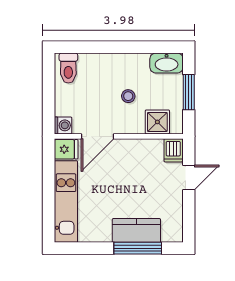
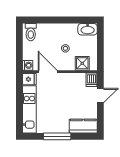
window: (189, 92) -> (100, 46), removed
door: (97, 136) -> (48, 72), swing flipped
kitchen counter: (136, 230) -> (83, 126), moved
window: (138, 248) -> (57, 136), moved

